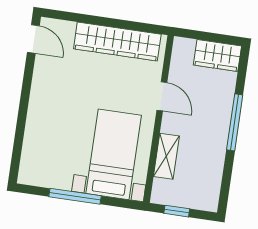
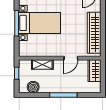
wardrobe: (217, 55) -> (94, 71), moved
bed with nightstands: (114, 154) -> (40, 23), moved
boiler: (210, 182) -> (33, 87), added

